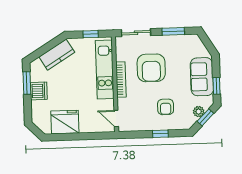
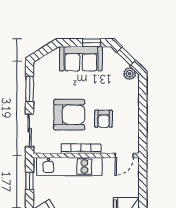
armchair: (166, 107) -> (104, 119), moved, turned 90
plant: (199, 112) -> (130, 74), moved
window: (160, 134) -> (143, 107), removed

